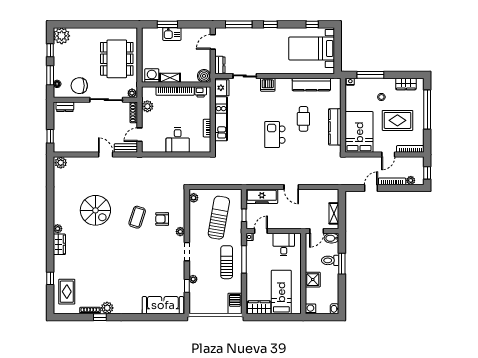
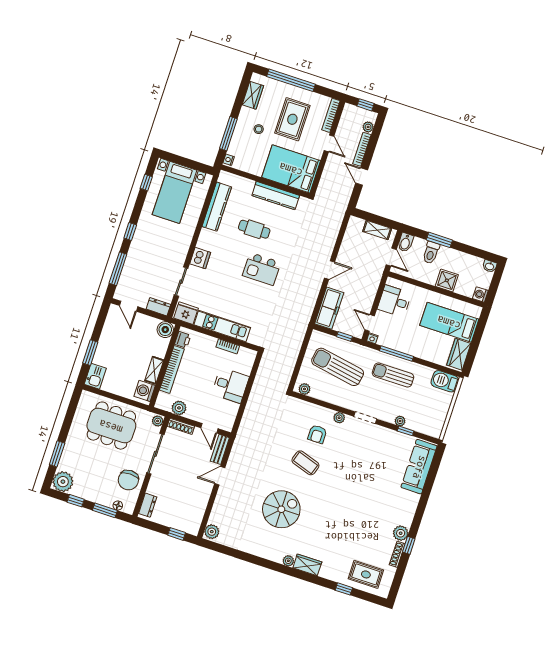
window: (81, 24) -> (57, 454), added
kitchen sink: (172, 34) -> (95, 376), moved

